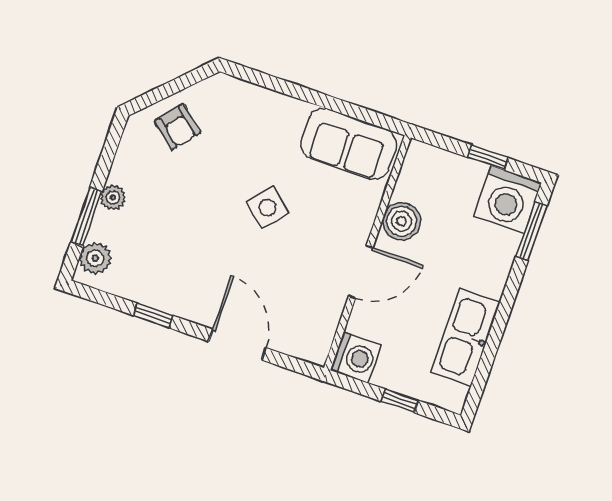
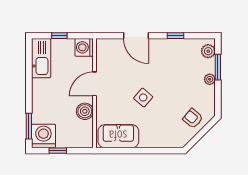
kitchen sink: (466, 337) -> (41, 58), moved

